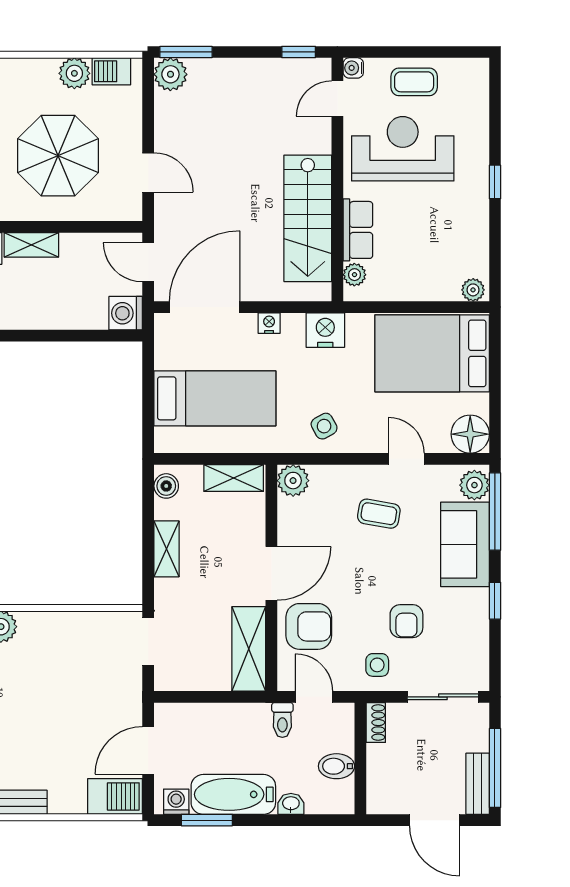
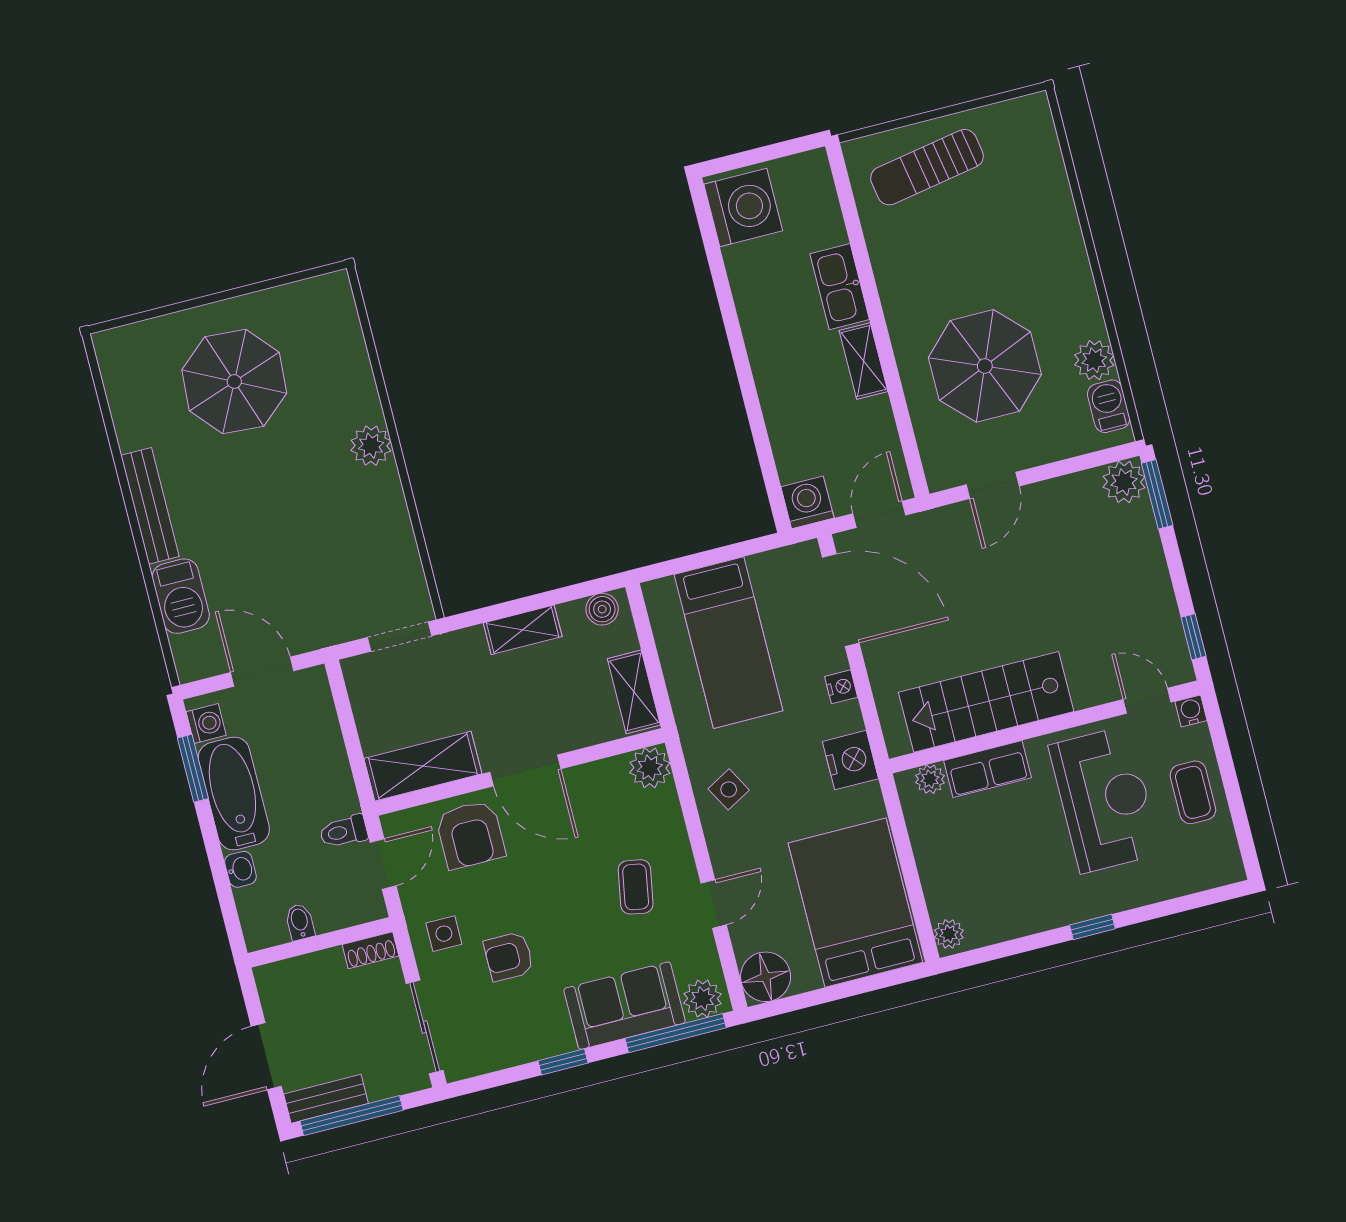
bidet: (336, 766) -> (300, 922), width x0.72, depth x0.74
barbecue: (115, 796) -> (181, 596), moved

